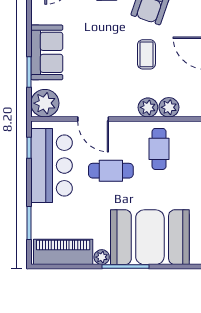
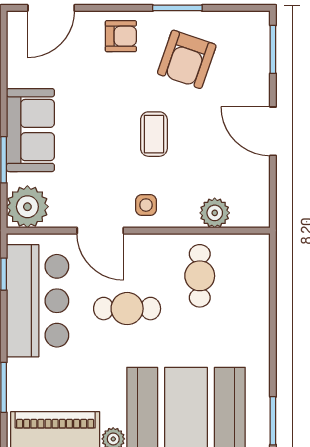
coffee table: (146, 54) -> (154, 134), moved
side table: (123, 102) -> (146, 205), added
plant: (148, 107) -> (183, 213), removed

